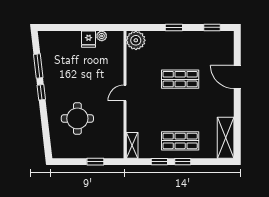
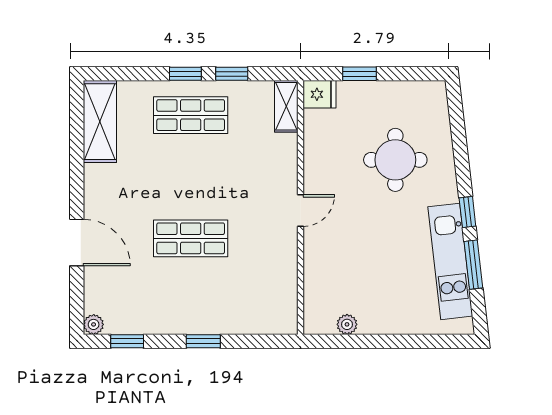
fridge: (89, 39) -> (320, 94), moved, turned 90
plant: (136, 40) -> (94, 324), moved, width x0.53, depth x0.53
kitchen unit: (50, 68) -> (450, 261), added

